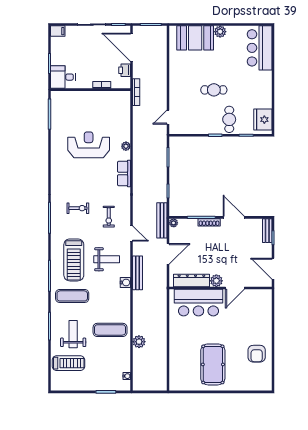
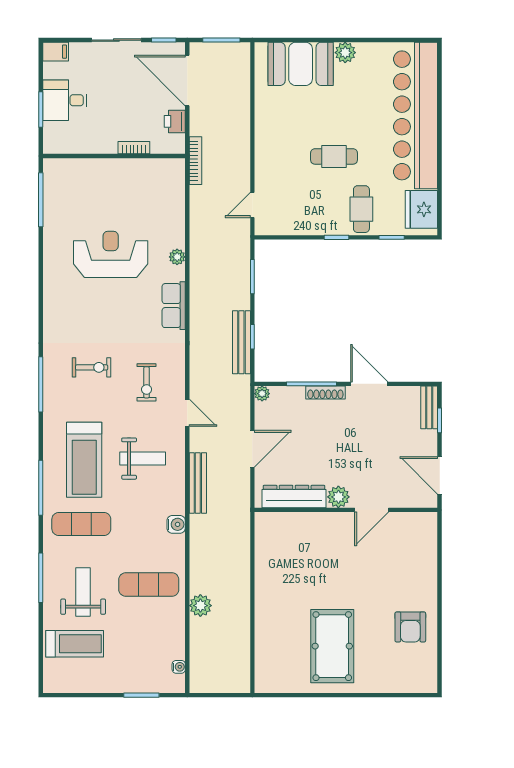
bar counter: (260, 48) -> (416, 115), width x1.86
desk: (63, 77) -> (65, 100), moved
bench: (162, 220) -> (241, 342), moved
water cooler: (125, 282) -> (176, 524), moved
bar counter: (198, 303) -> (306, 536), removed

